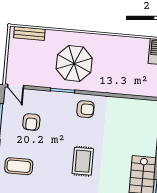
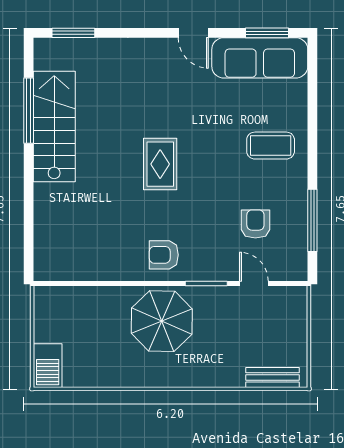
parasol: (74, 63) -> (162, 321), moved
door: (16, 86) -> (254, 284), moved

